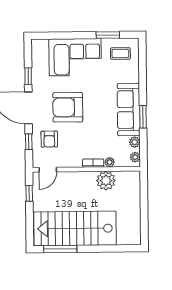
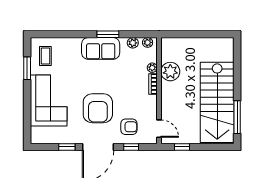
sofa: (129, 110) -> (101, 48), width x0.73

